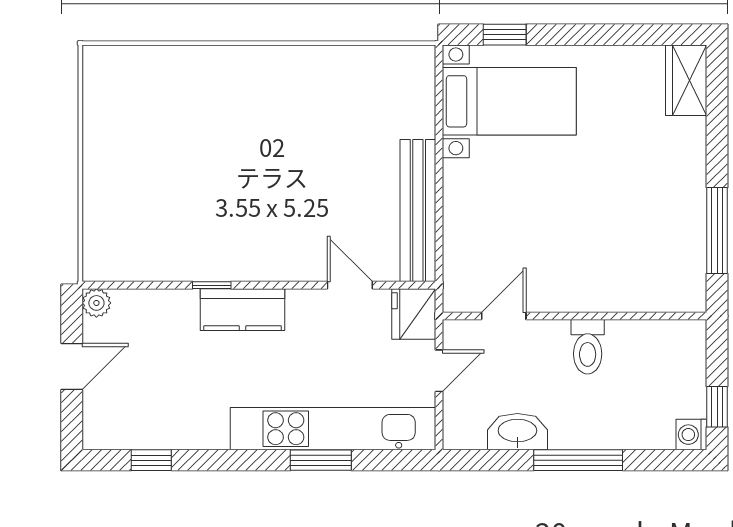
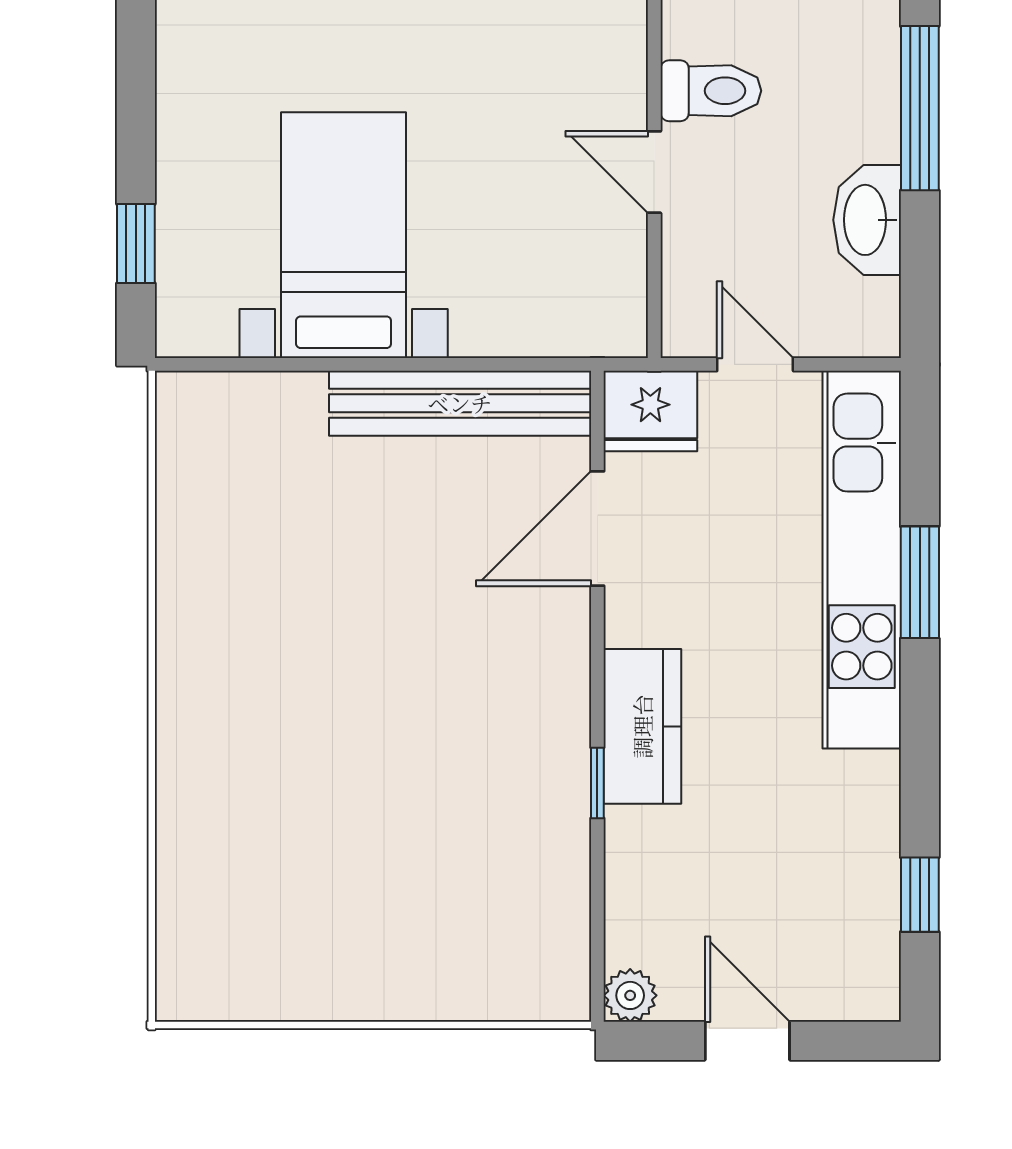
bed with nightstands: (509, 101) -> (344, 235), moved
door: (350, 285) -> (597, 528), width x1.38
door: (504, 316) -> (654, 172), moved

